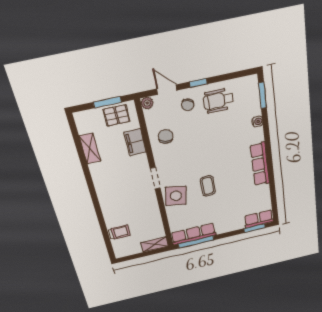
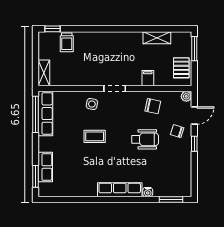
wheelchair: (218, 100) -> (145, 139), moved, turned 90
window: (107, 102) -> (194, 49), moved
filing cabinet: (135, 142) -> (148, 78), width x0.50
row of seats: (260, 164) -> (120, 190), moved
side table: (176, 196) -> (92, 104), width x0.54, depth x0.54
row of seats: (259, 219) -> (45, 167), moved
window: (109, 248) -> (52, 29), added

